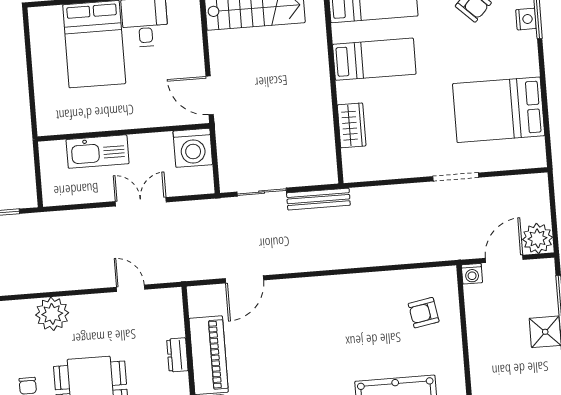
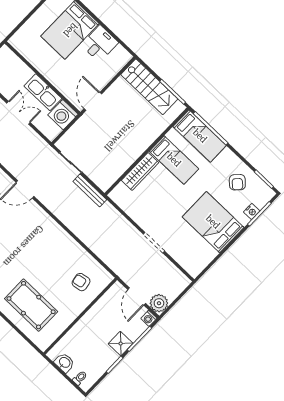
bed: (499, 110) -> (213, 222), moved
wardrobe: (352, 125) -> (140, 171), width x1.50
kitchen sink: (98, 152) -> (43, 92), moved
door: (504, 259) -> (137, 296), swing flipped
washing machine: (472, 274) -> (149, 318), moved

